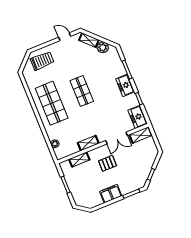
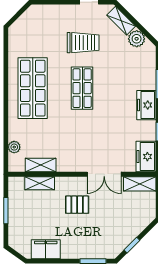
trolley: (42, 61) -> (83, 43), moved
shelving: (88, 143) -> (41, 165), moved
filing cabinet: (111, 194) -> (46, 249), moved

